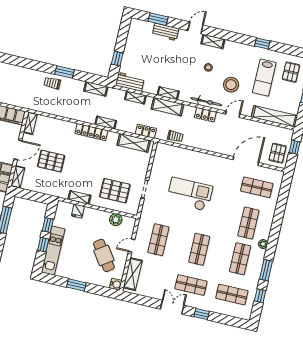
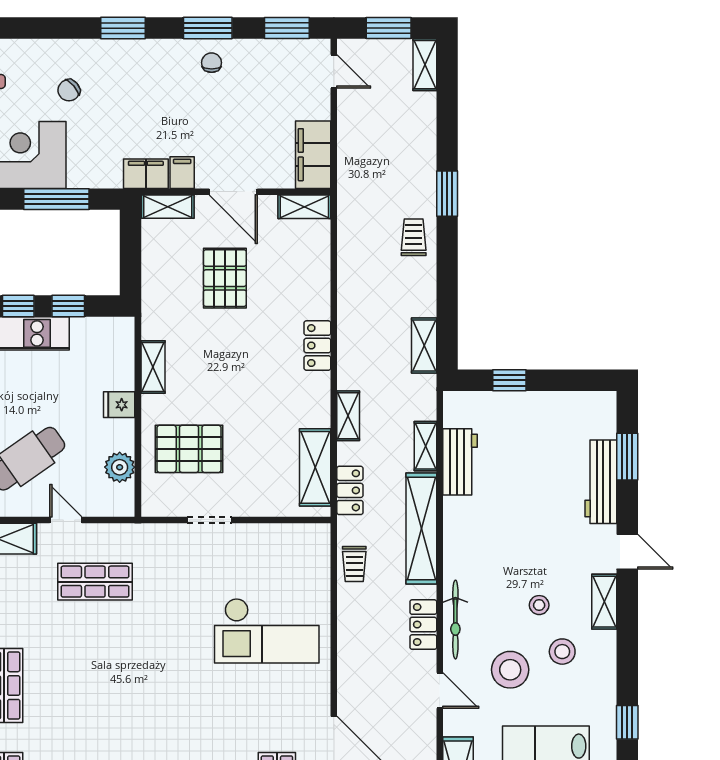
workbench: (165, 32) -> (601, 482), width x1.38
stool: (229, 63) -> (562, 652), added
window: (64, 72) -> (447, 194), moved
workbench: (130, 82) -> (460, 462), moved
shelving: (168, 93) -> (454, 523), removed
shelving: (167, 107) -> (421, 529), width x1.47
shelving: (106, 123) -> (348, 416), moved
locker: (91, 132) -> (317, 346), width x0.66
pallet: (115, 191) -> (189, 449), turned 90
checkout: (190, 194) -> (267, 631), moved, turned 90
fridge: (78, 211) -> (119, 405), moved
shop shelf: (199, 249) -> (95, 686), removed

